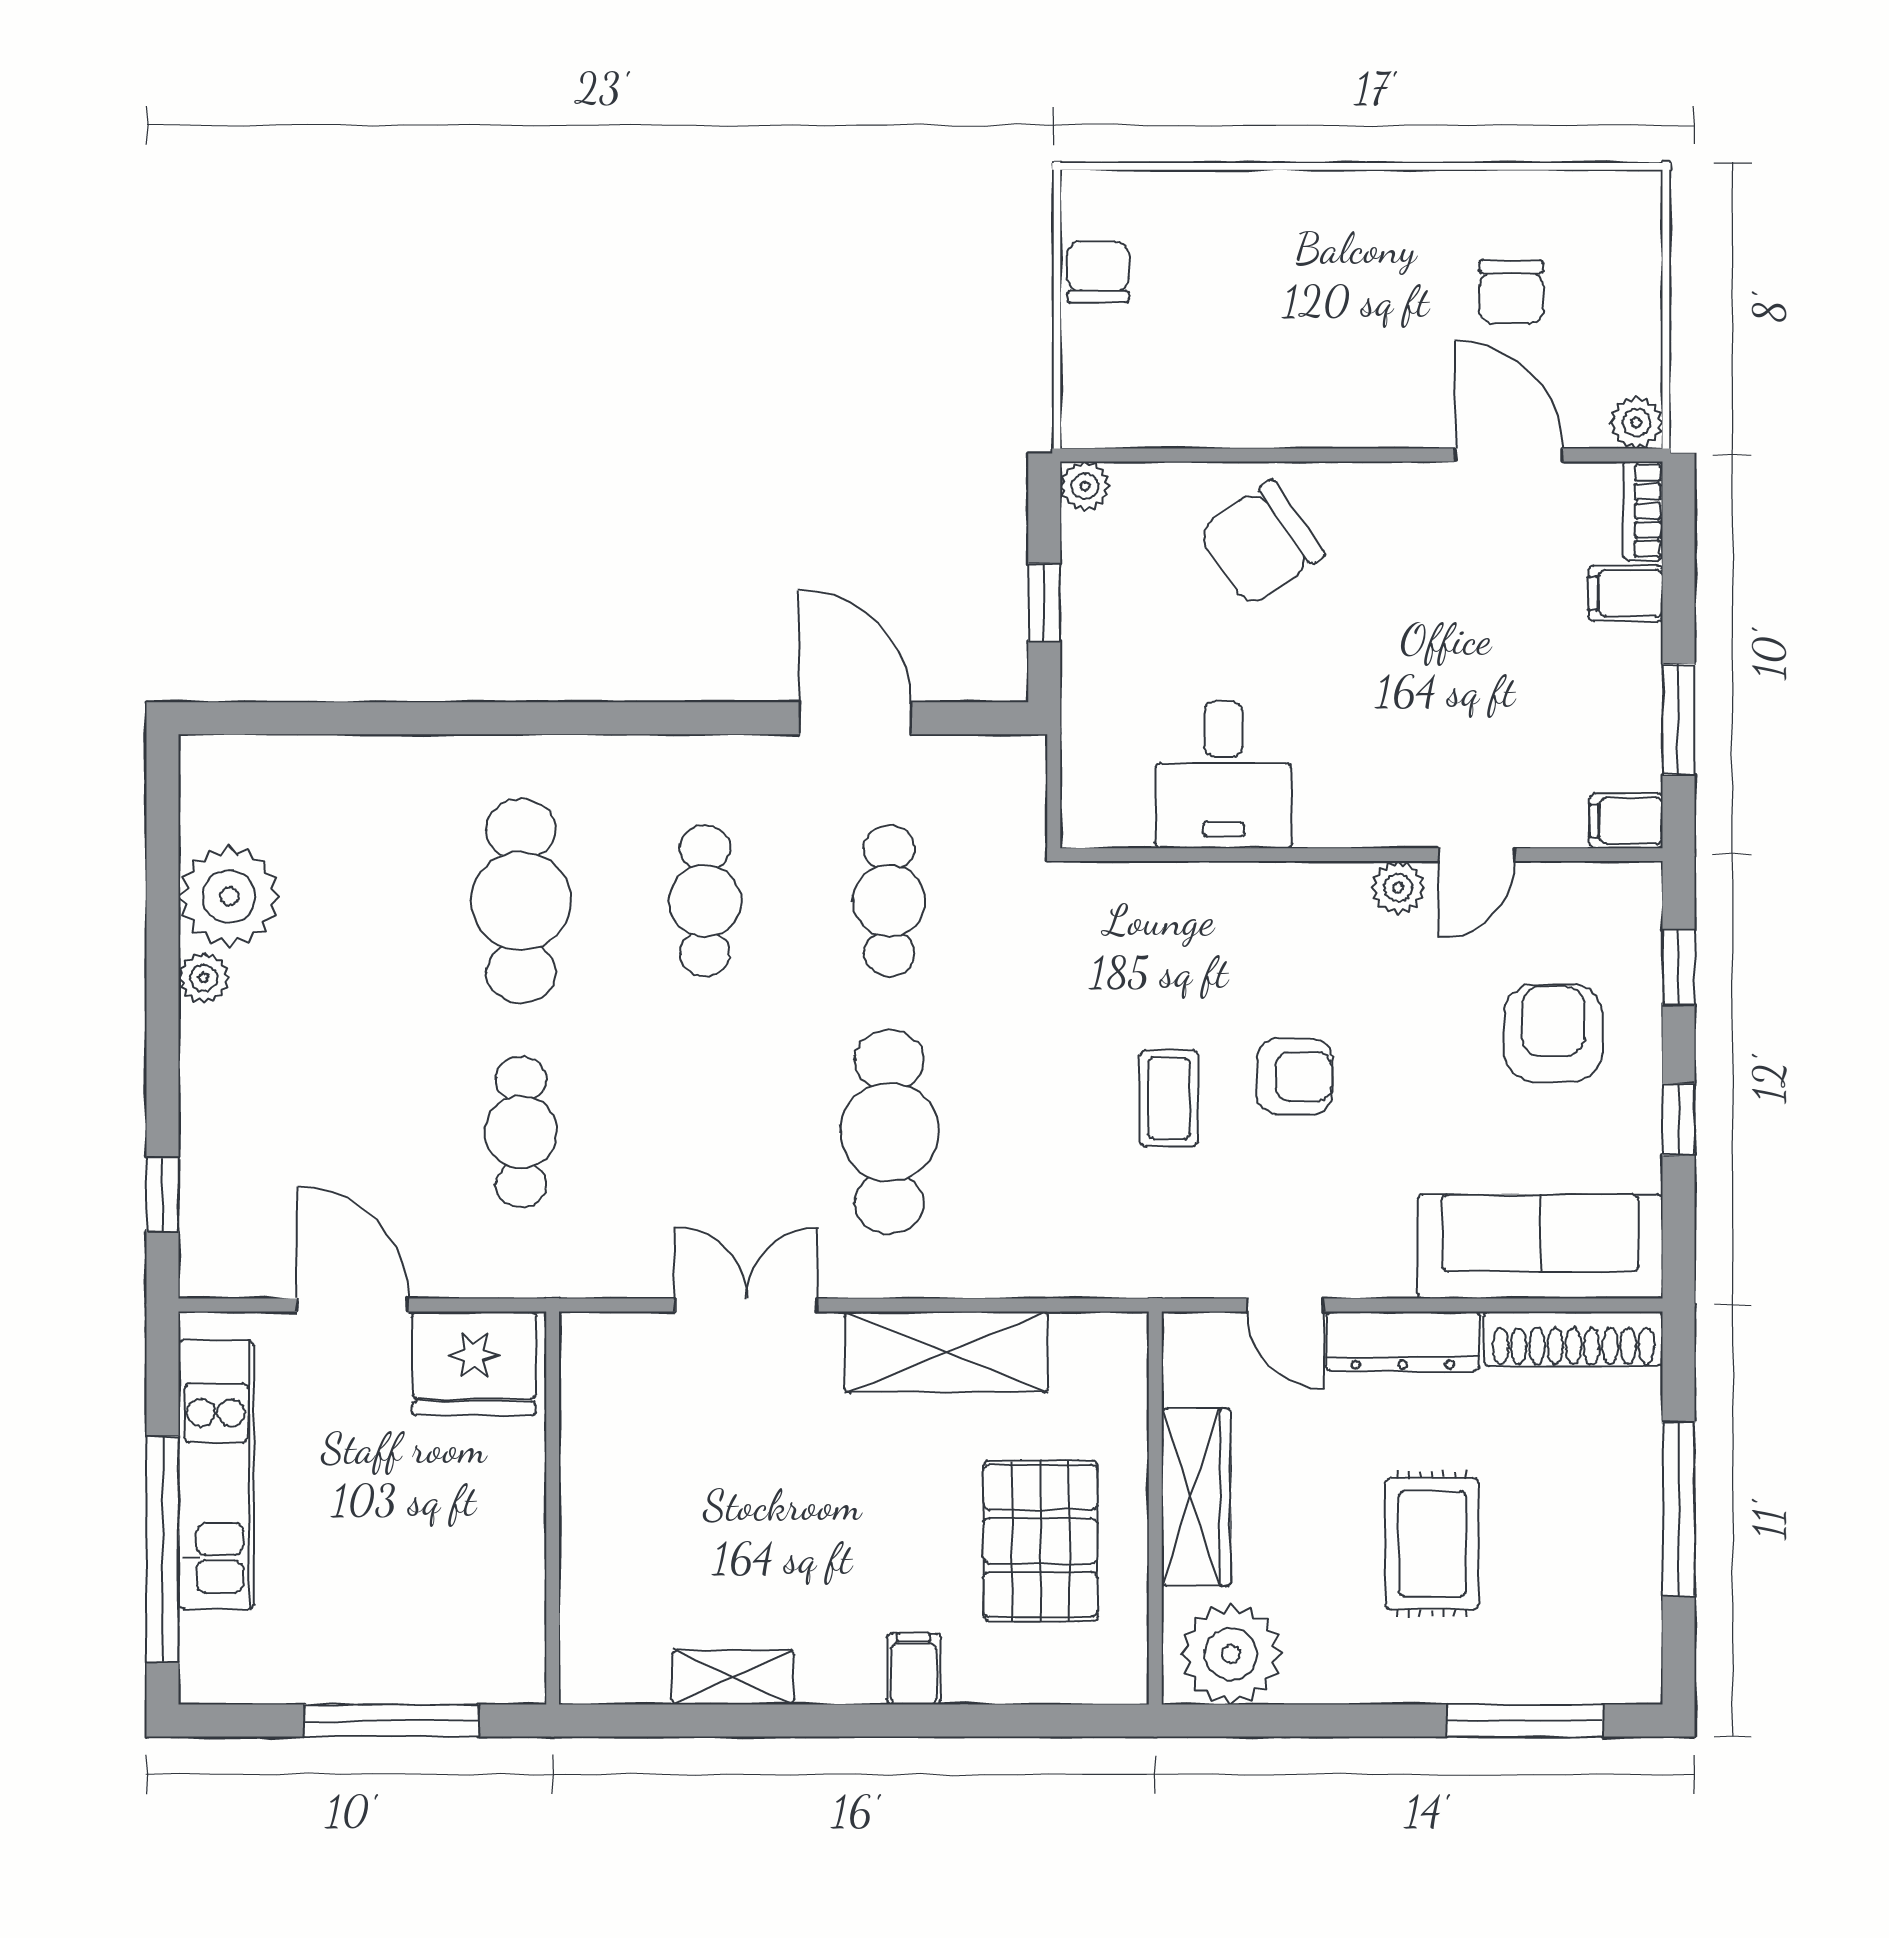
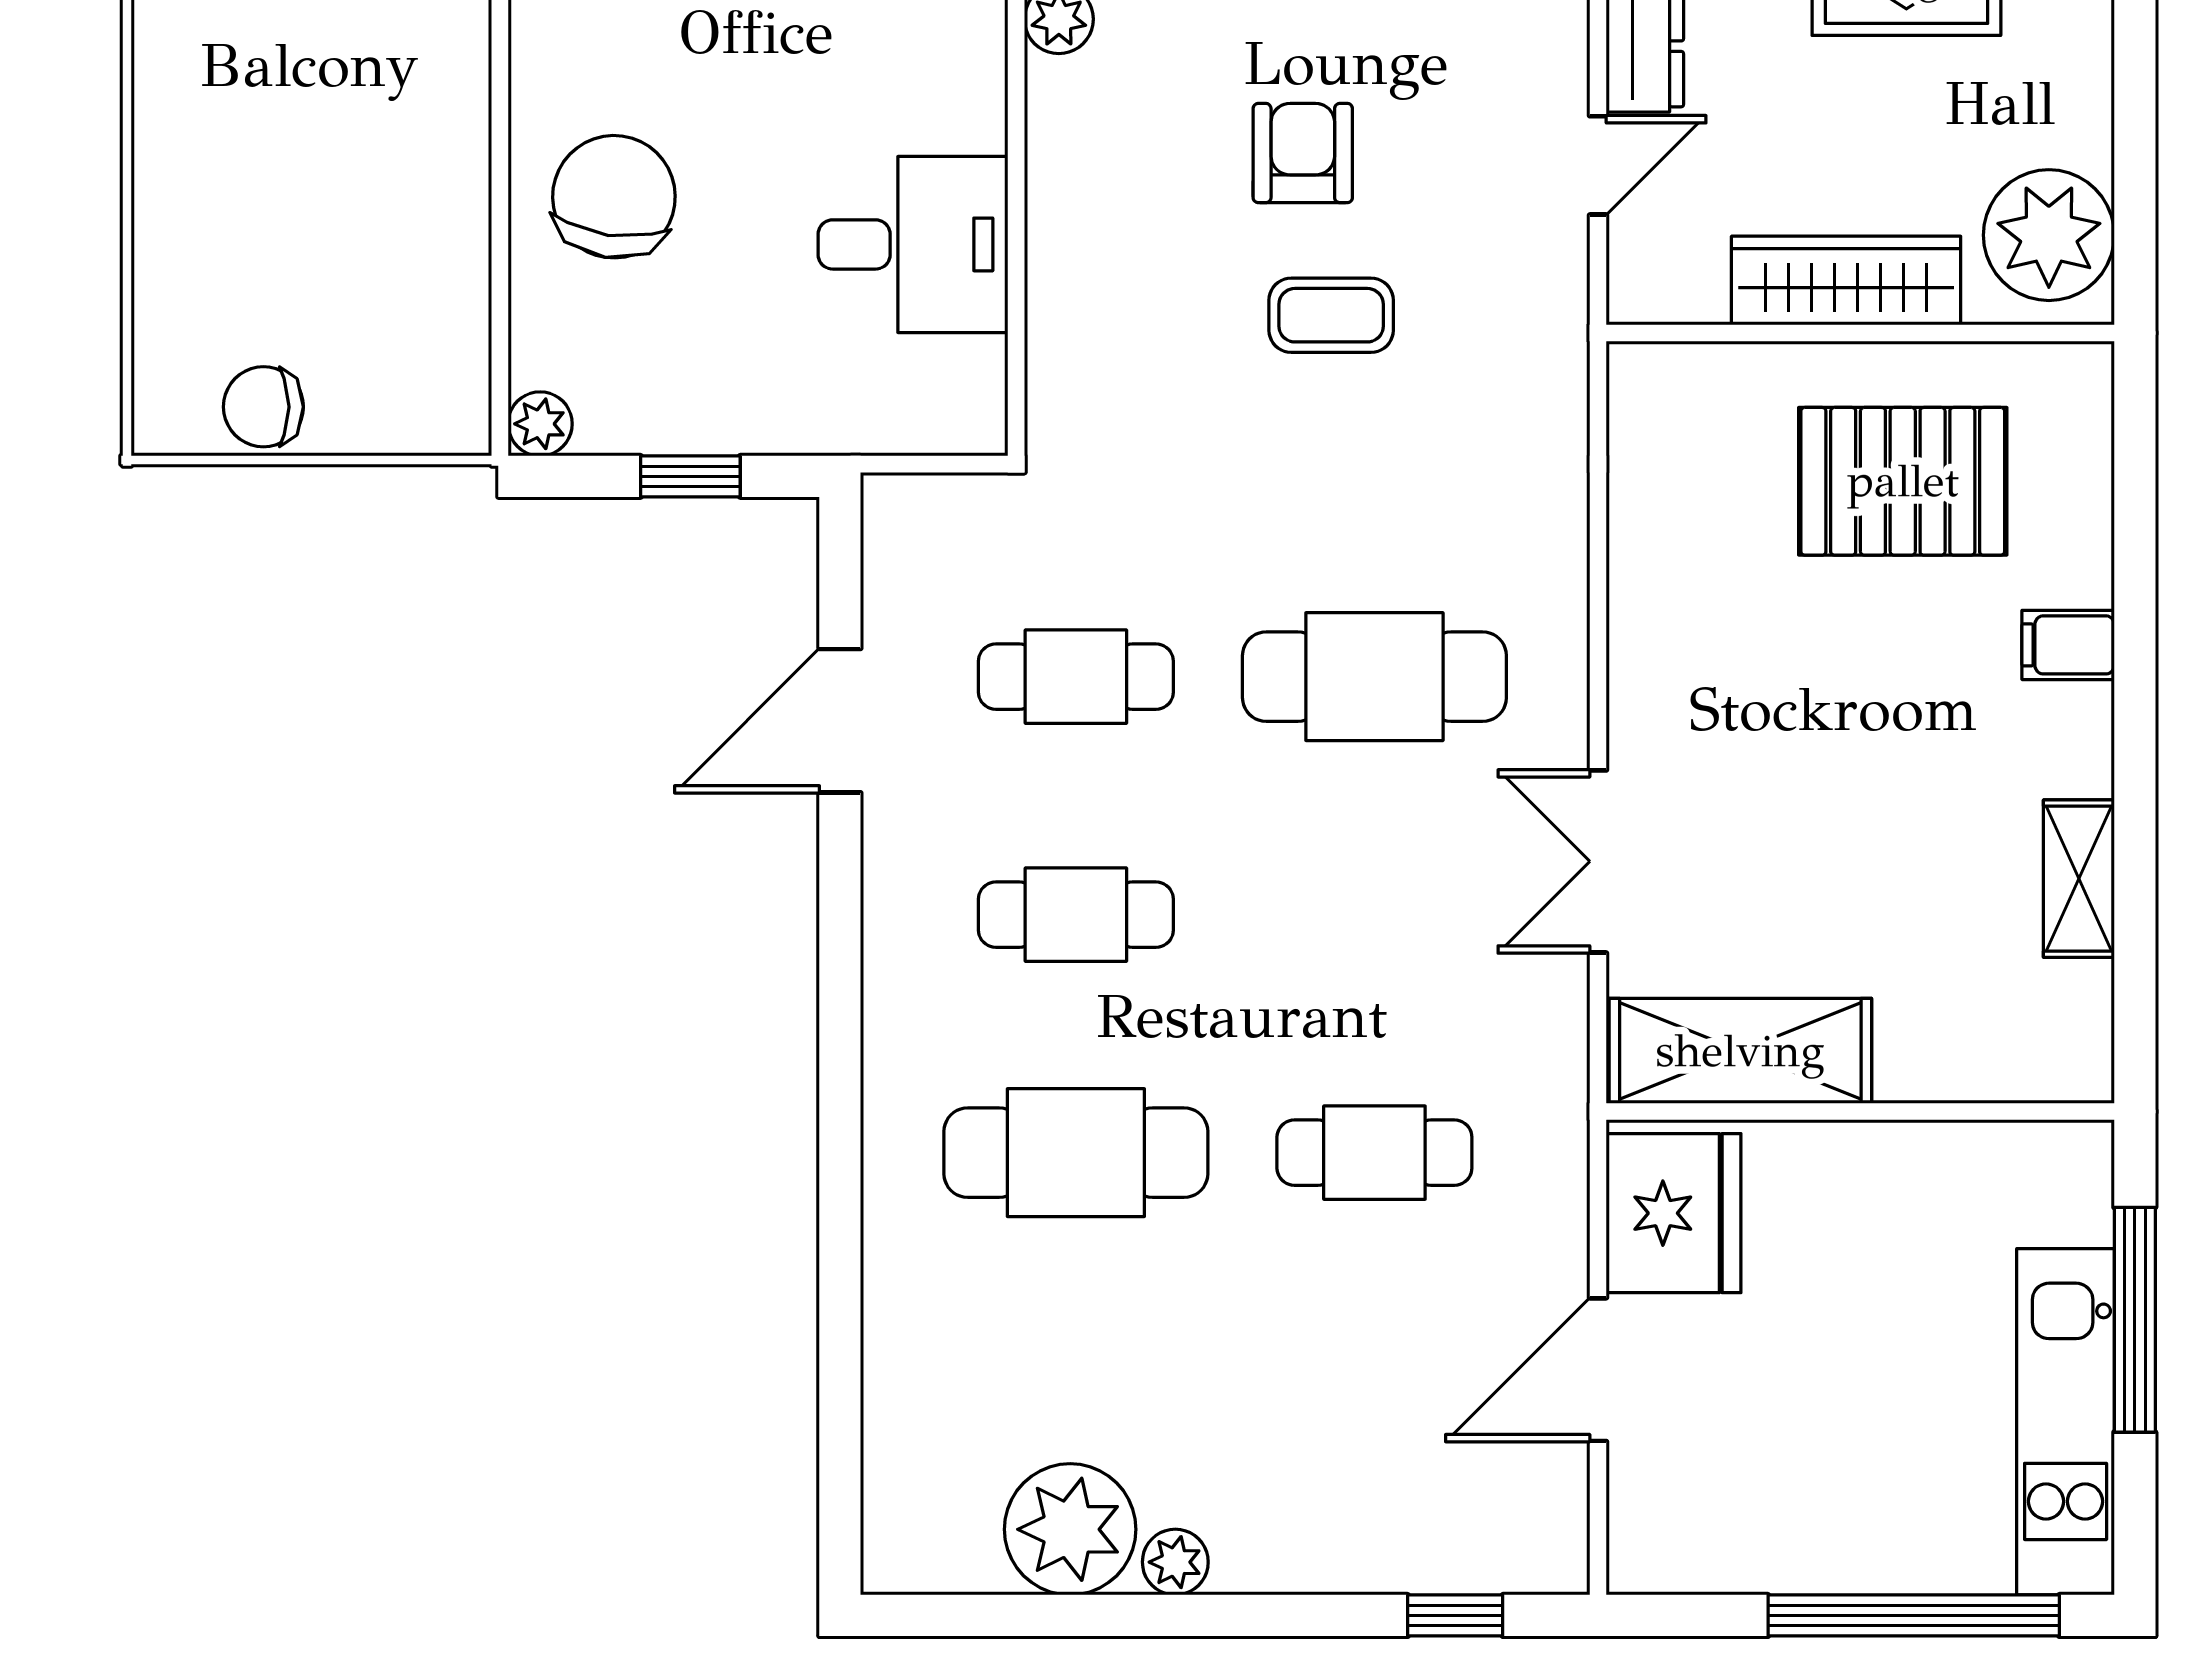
chair: (1261, 543) -> (614, 197), turned -137
shelving: (946, 1352) -> (1740, 1051), moved, turned 90
kitchen unit: (216, 1475) -> (2066, 1422), moved, turned -90

